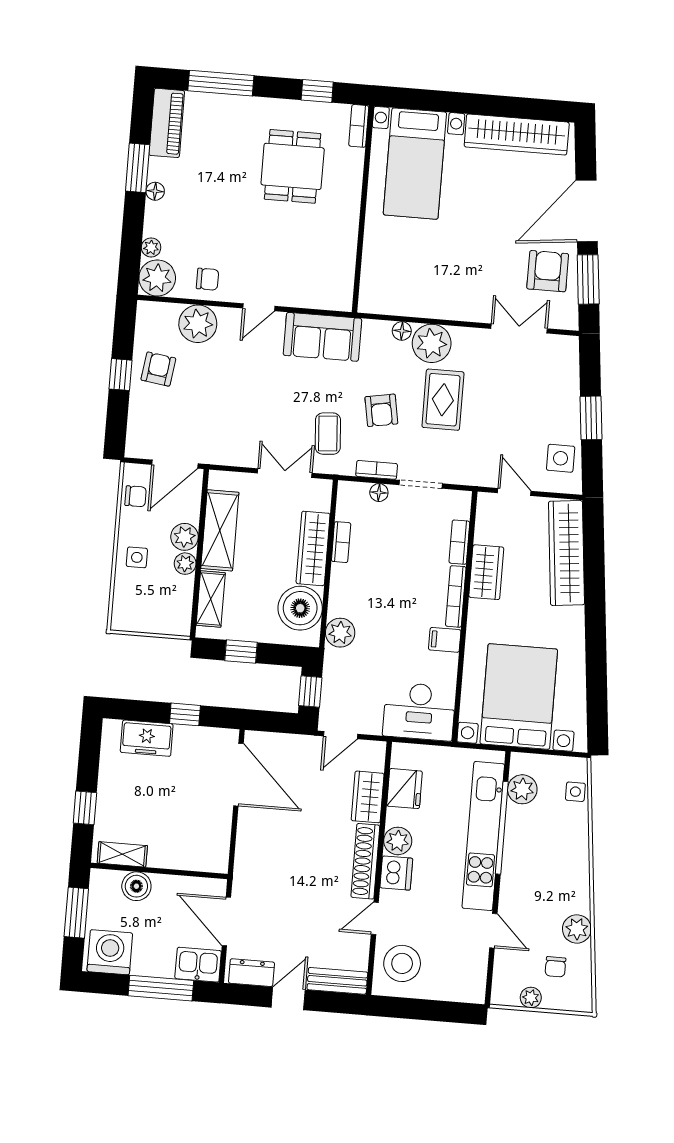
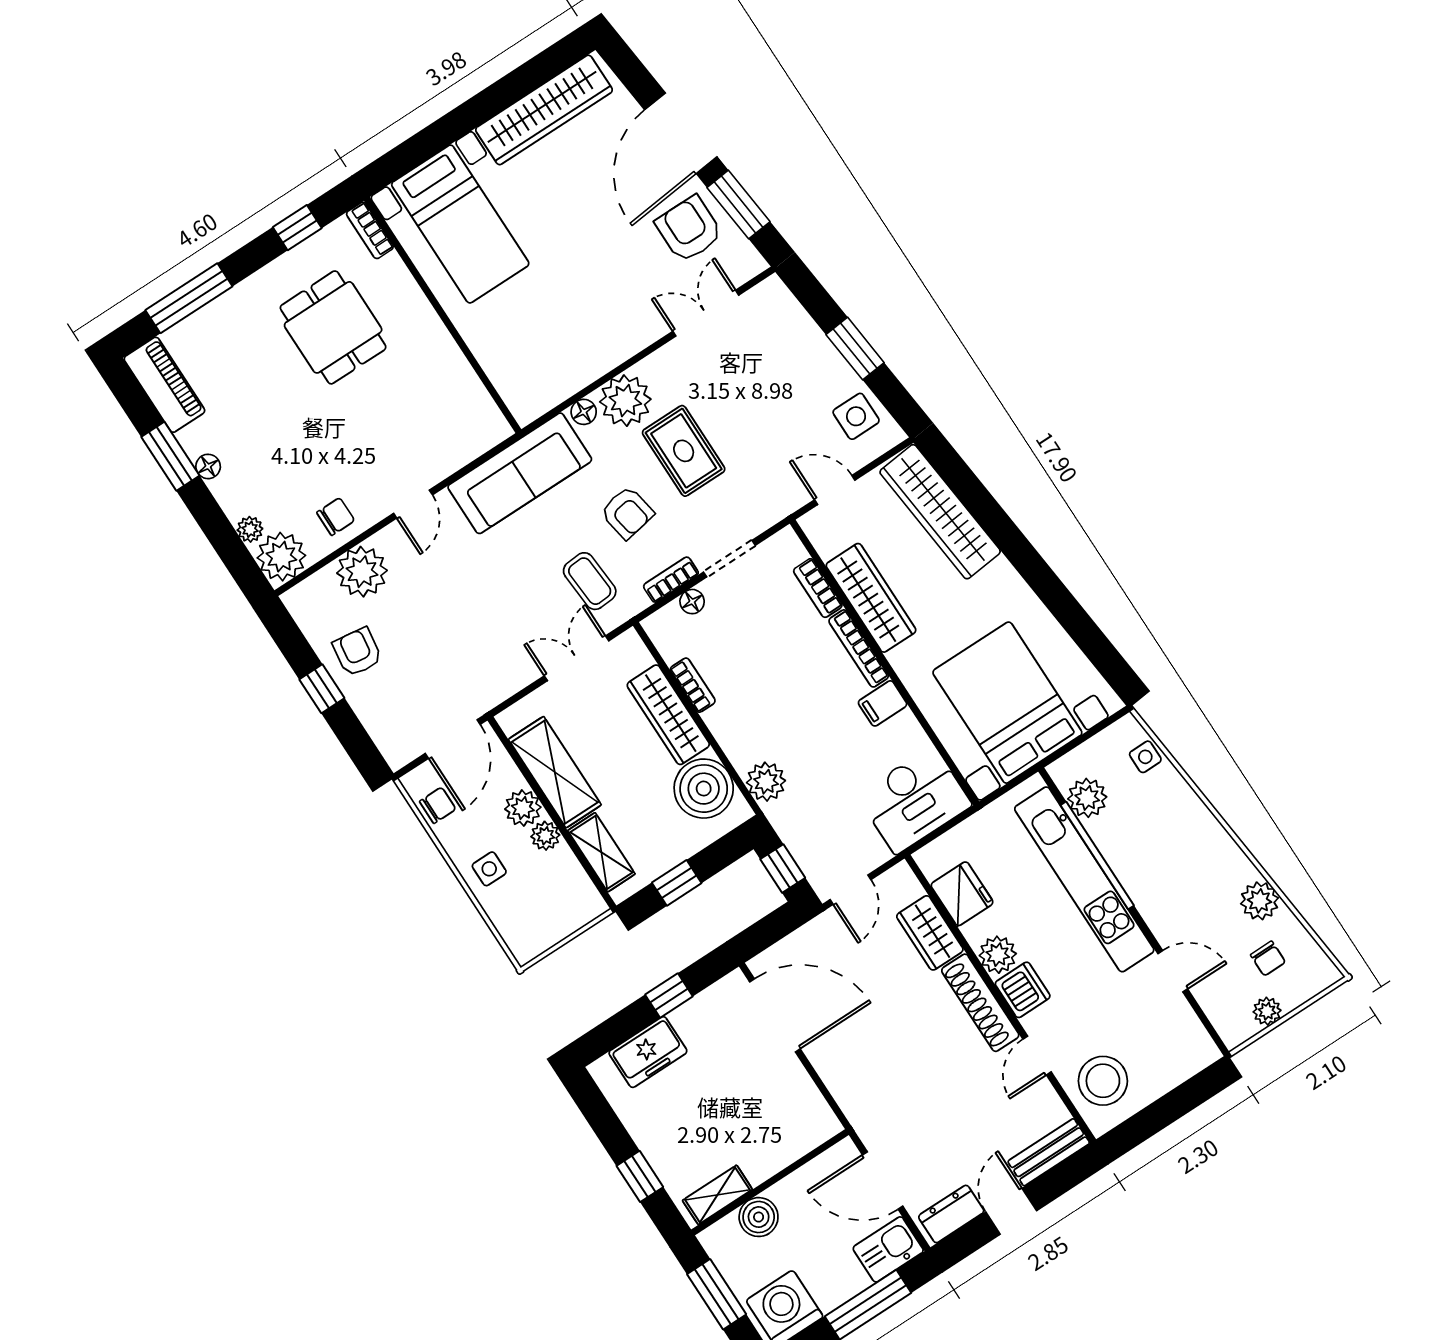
sofa: (322, 337) -> (520, 473), width x1.36
wardrobe: (486, 572) -> (871, 598), width x1.50

